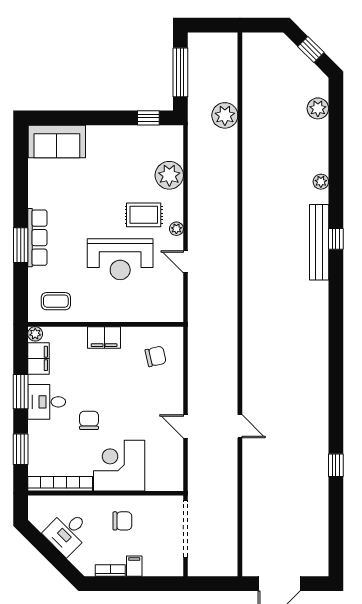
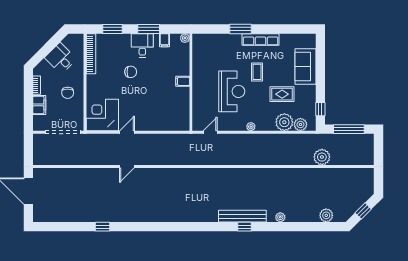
sofa: (57, 142) -> (306, 67), moved
plant: (173, 150) -> (300, 125), added
rug: (144, 215) -> (282, 94), moved, turned 90
row of seats: (37, 238) -> (260, 39), moved
reception desk: (120, 259) -> (232, 91), turned 180
door: (185, 262) -> (210, 132), moved
coffee table: (56, 301) -> (257, 72), moved
filing cabinet: (104, 337) -> (183, 81), width x0.50
chair: (156, 356) -> (171, 114), removed
filing cabinet: (38, 358) -> (165, 40), width x0.50
corner desk: (119, 466) -> (102, 115), moved, turned -90
filing cabinet: (134, 566) -> (39, 105), width x2.00

